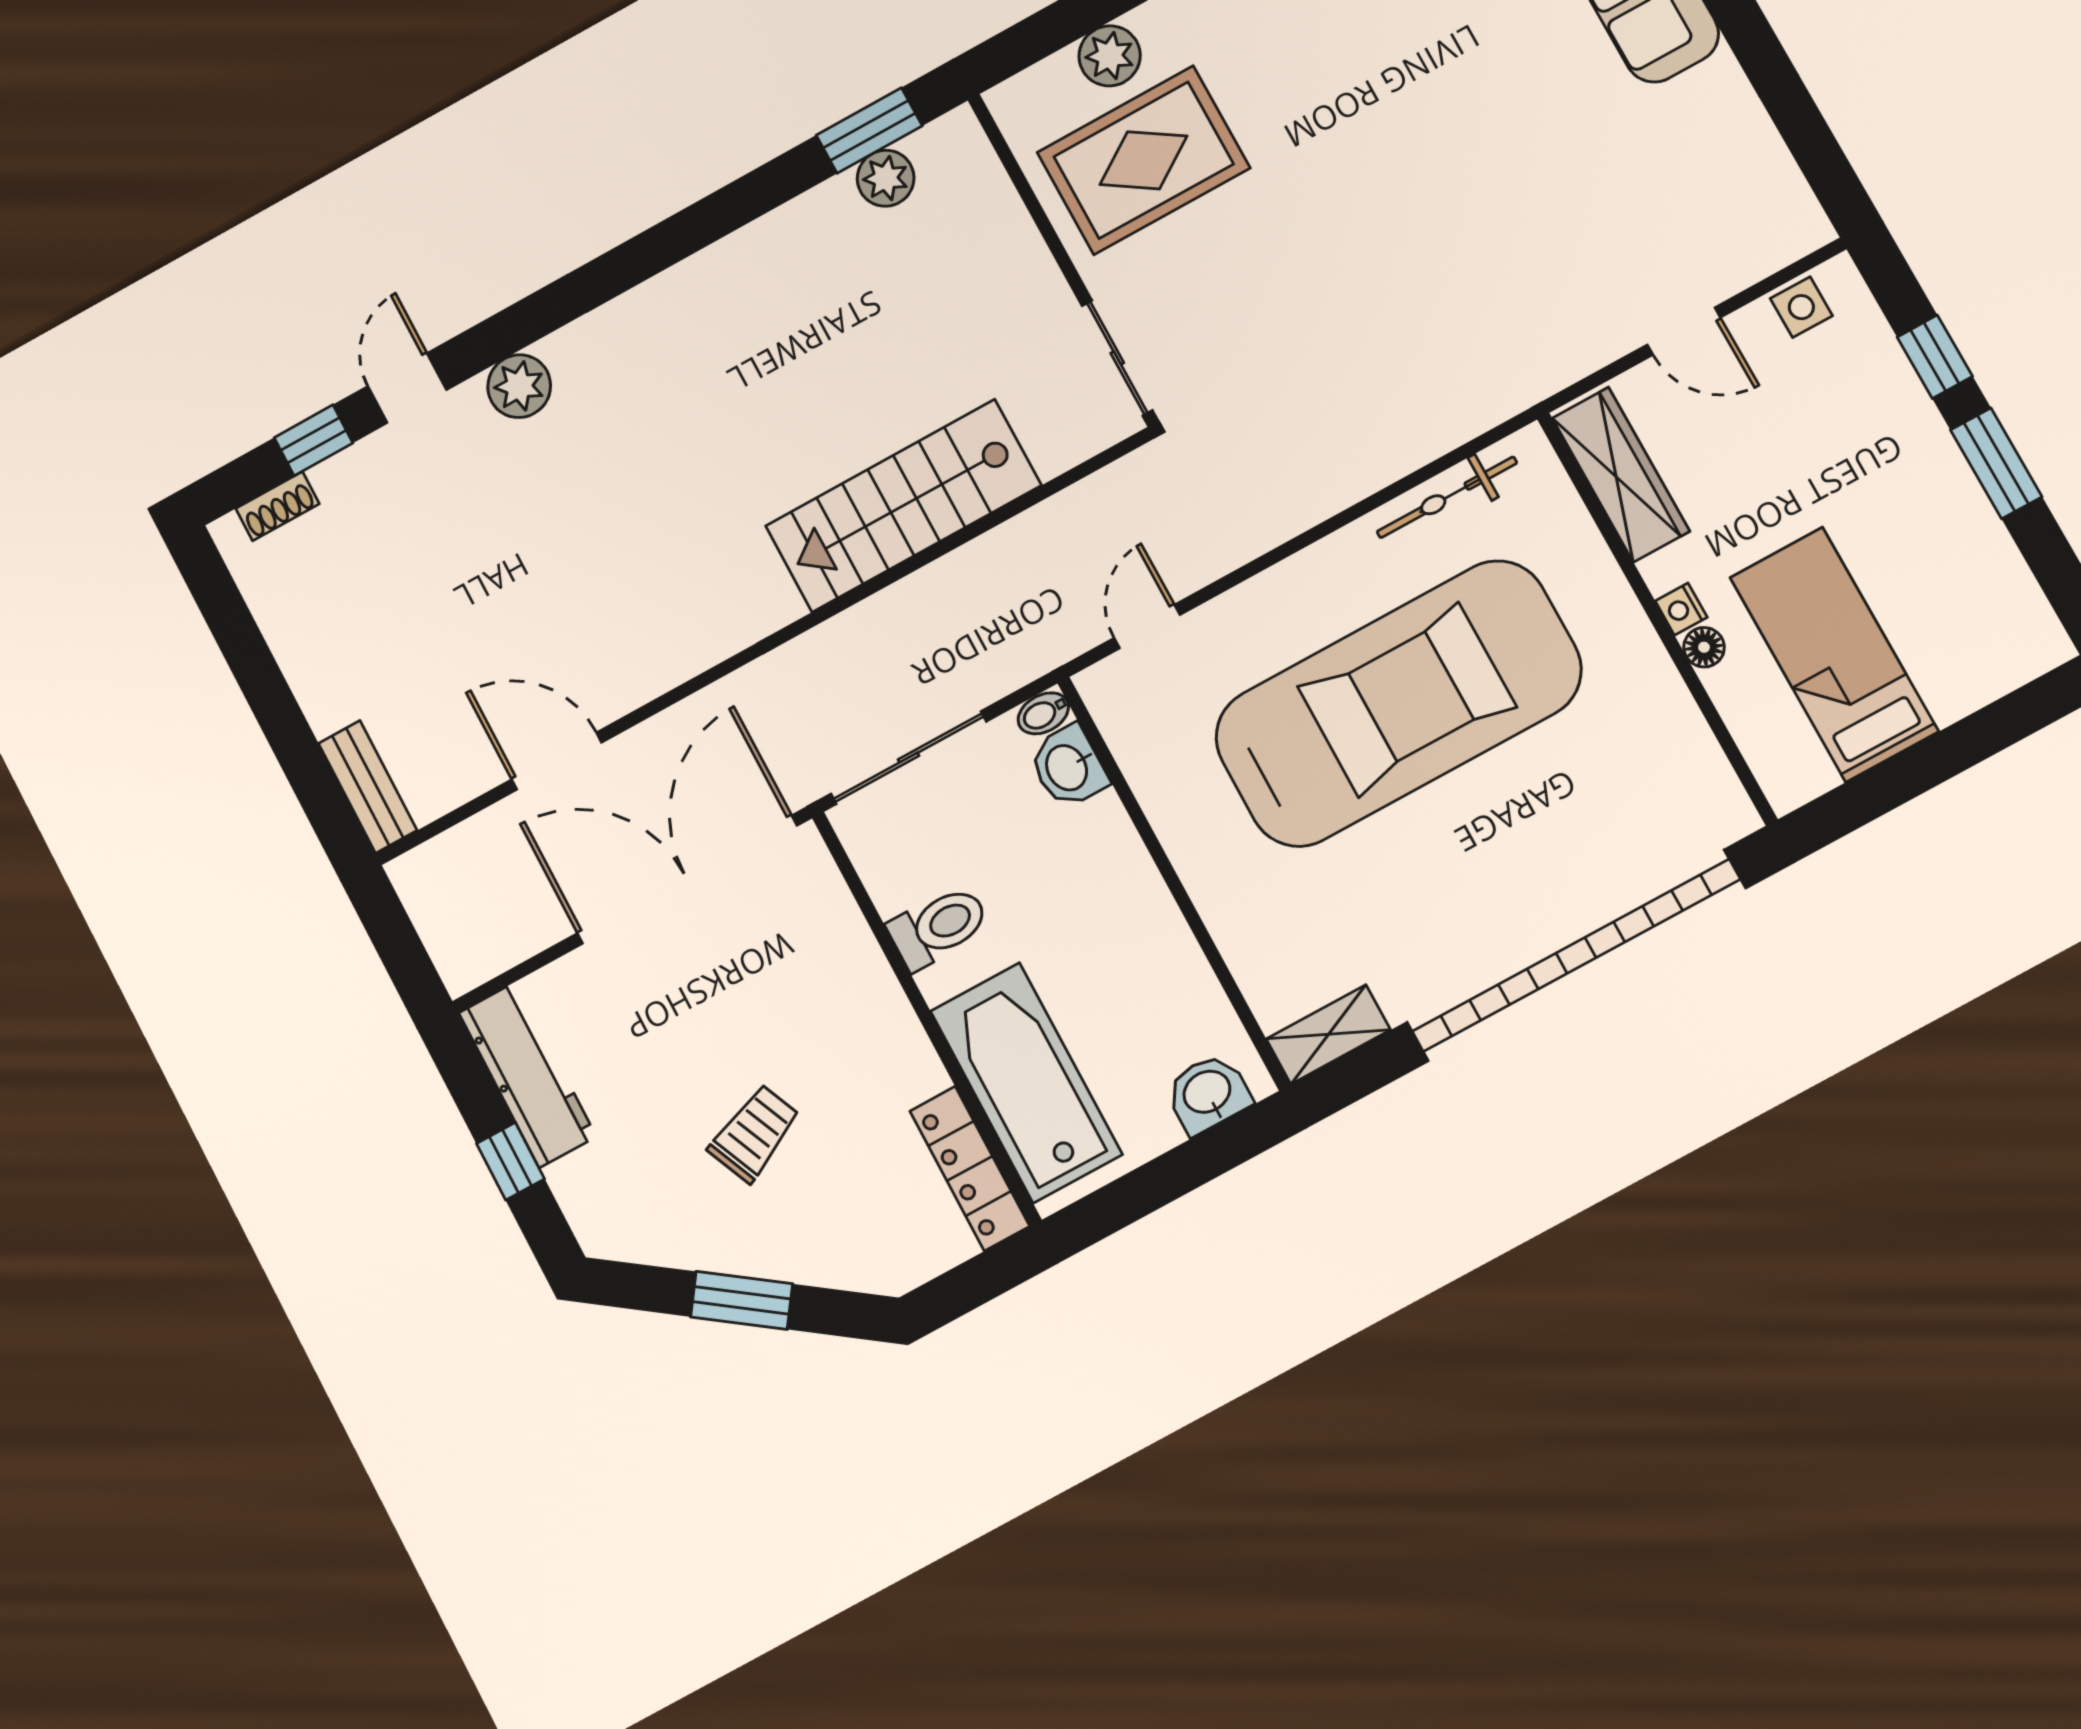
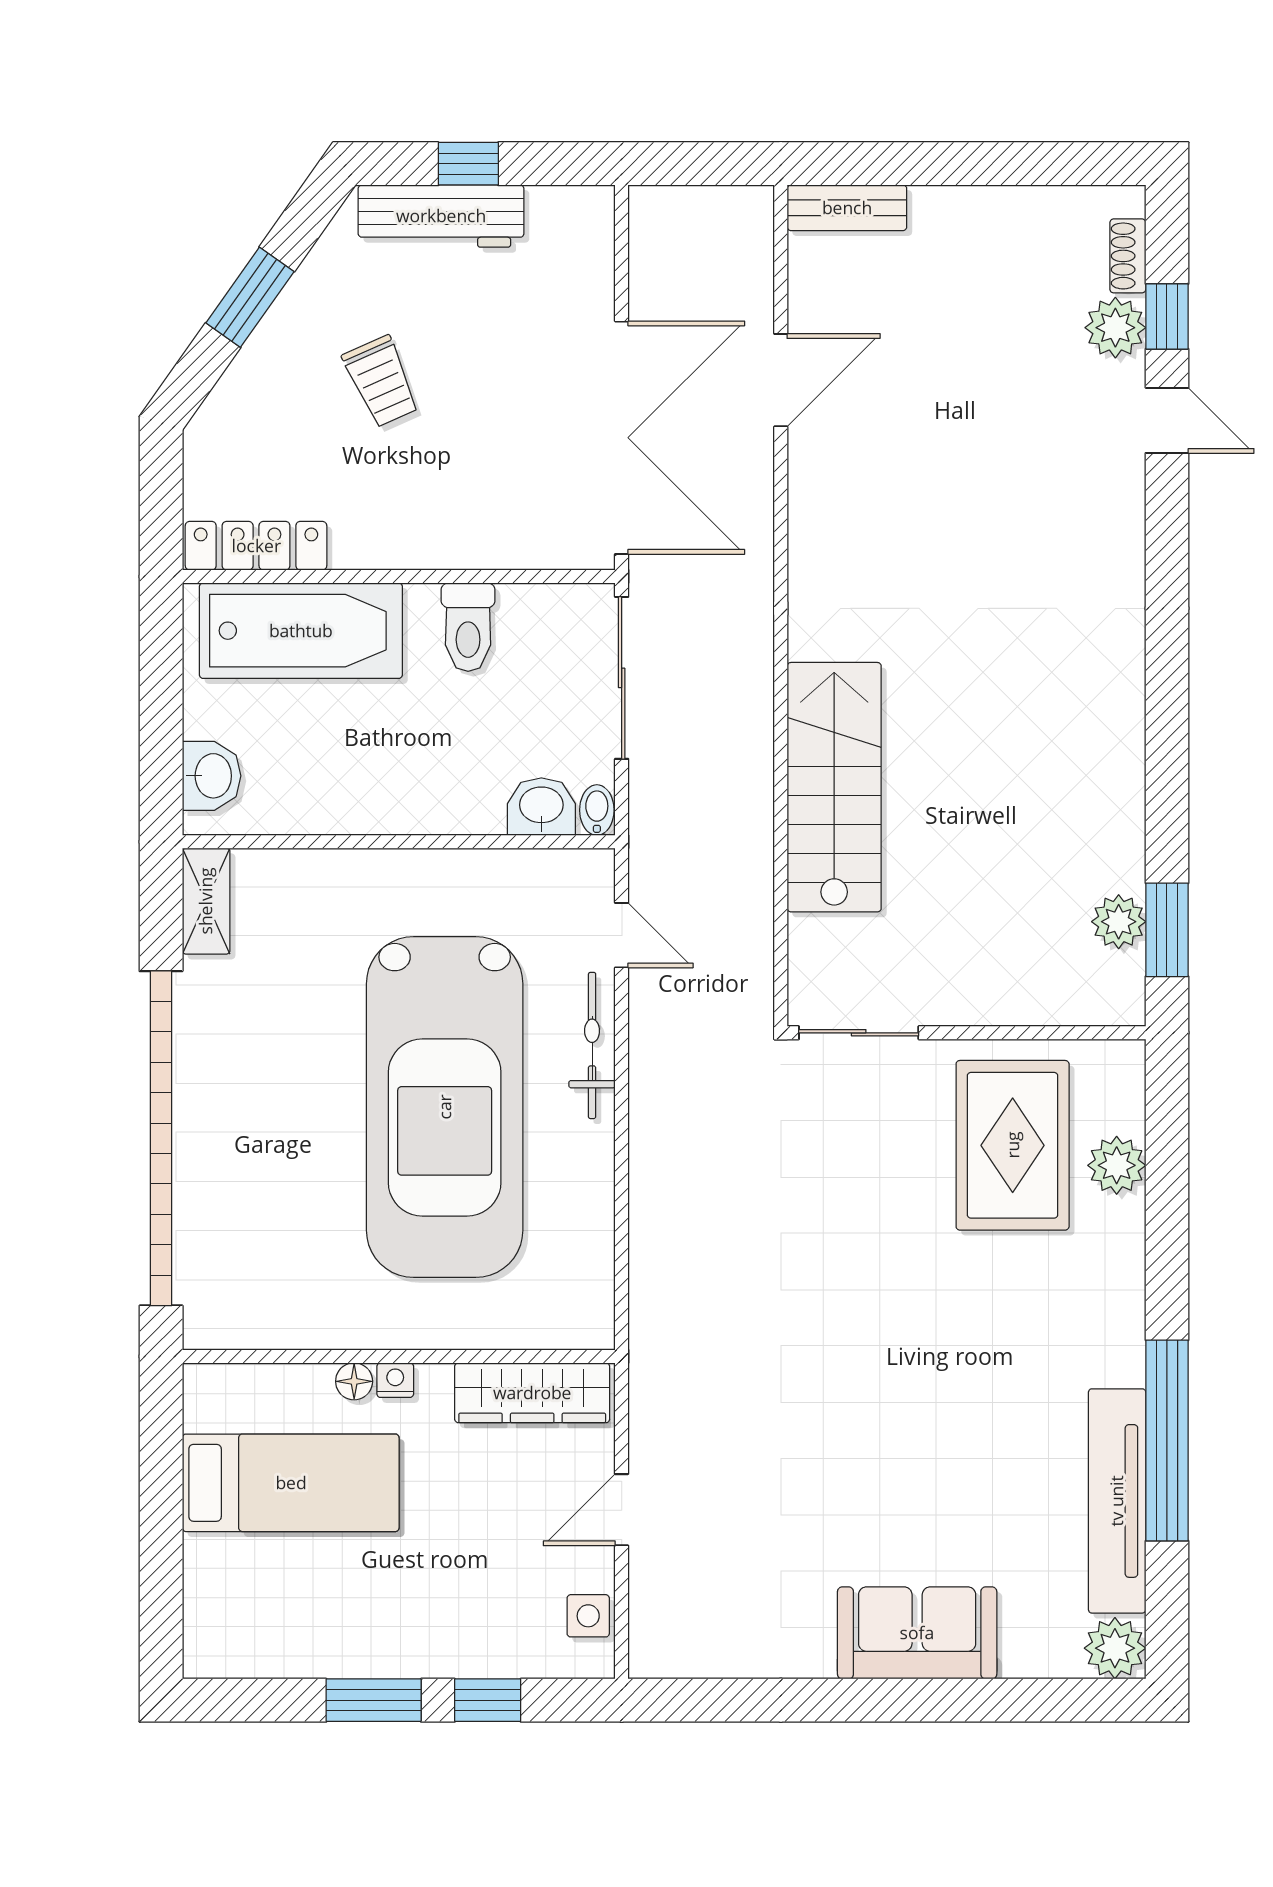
plant: (519, 386) -> (1115, 328), moved
bicycle: (1447, 497) -> (592, 1045), moved
workbench: (527, 1075) -> (441, 216), moved

